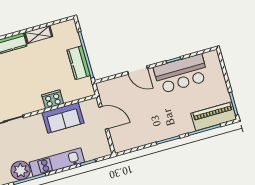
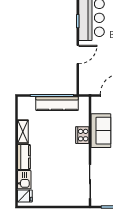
kitchen counter: (79, 63) -> (57, 104), width x1.50

